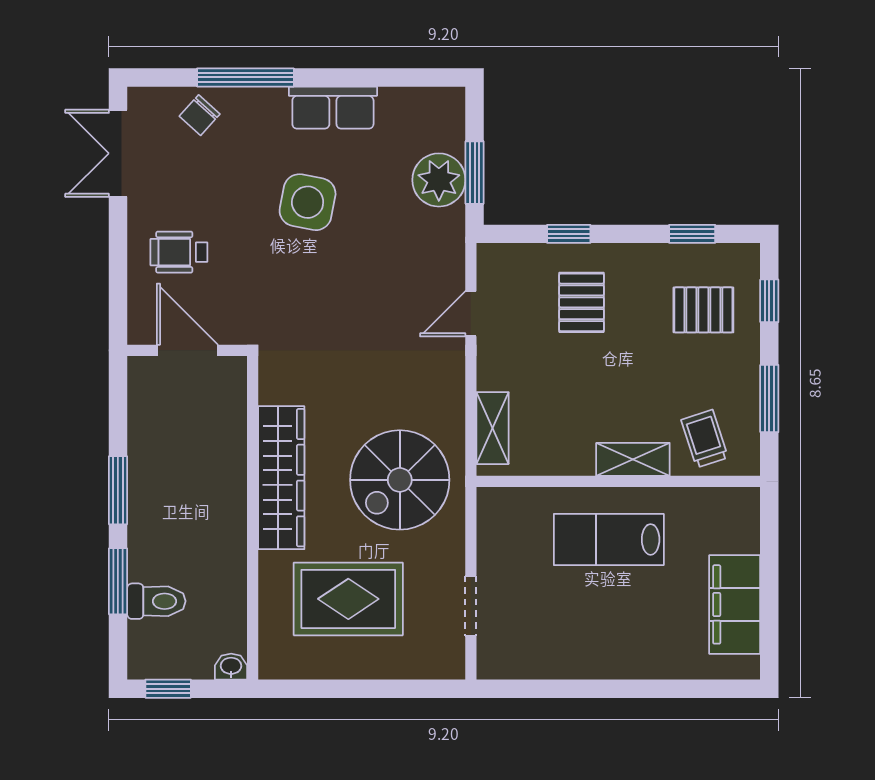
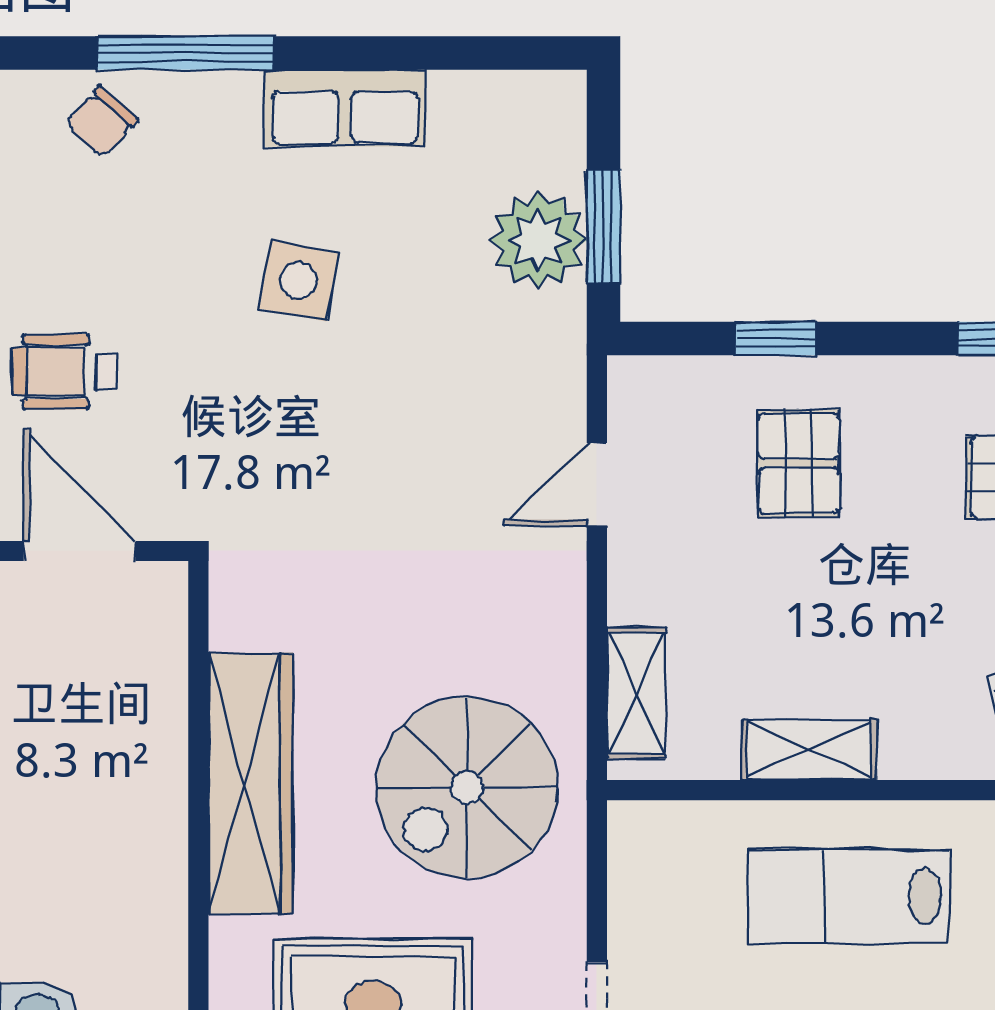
side table: (308, 202) -> (299, 281), width x0.73, depth x0.73
shelving: (633, 459) -> (809, 750), moved

